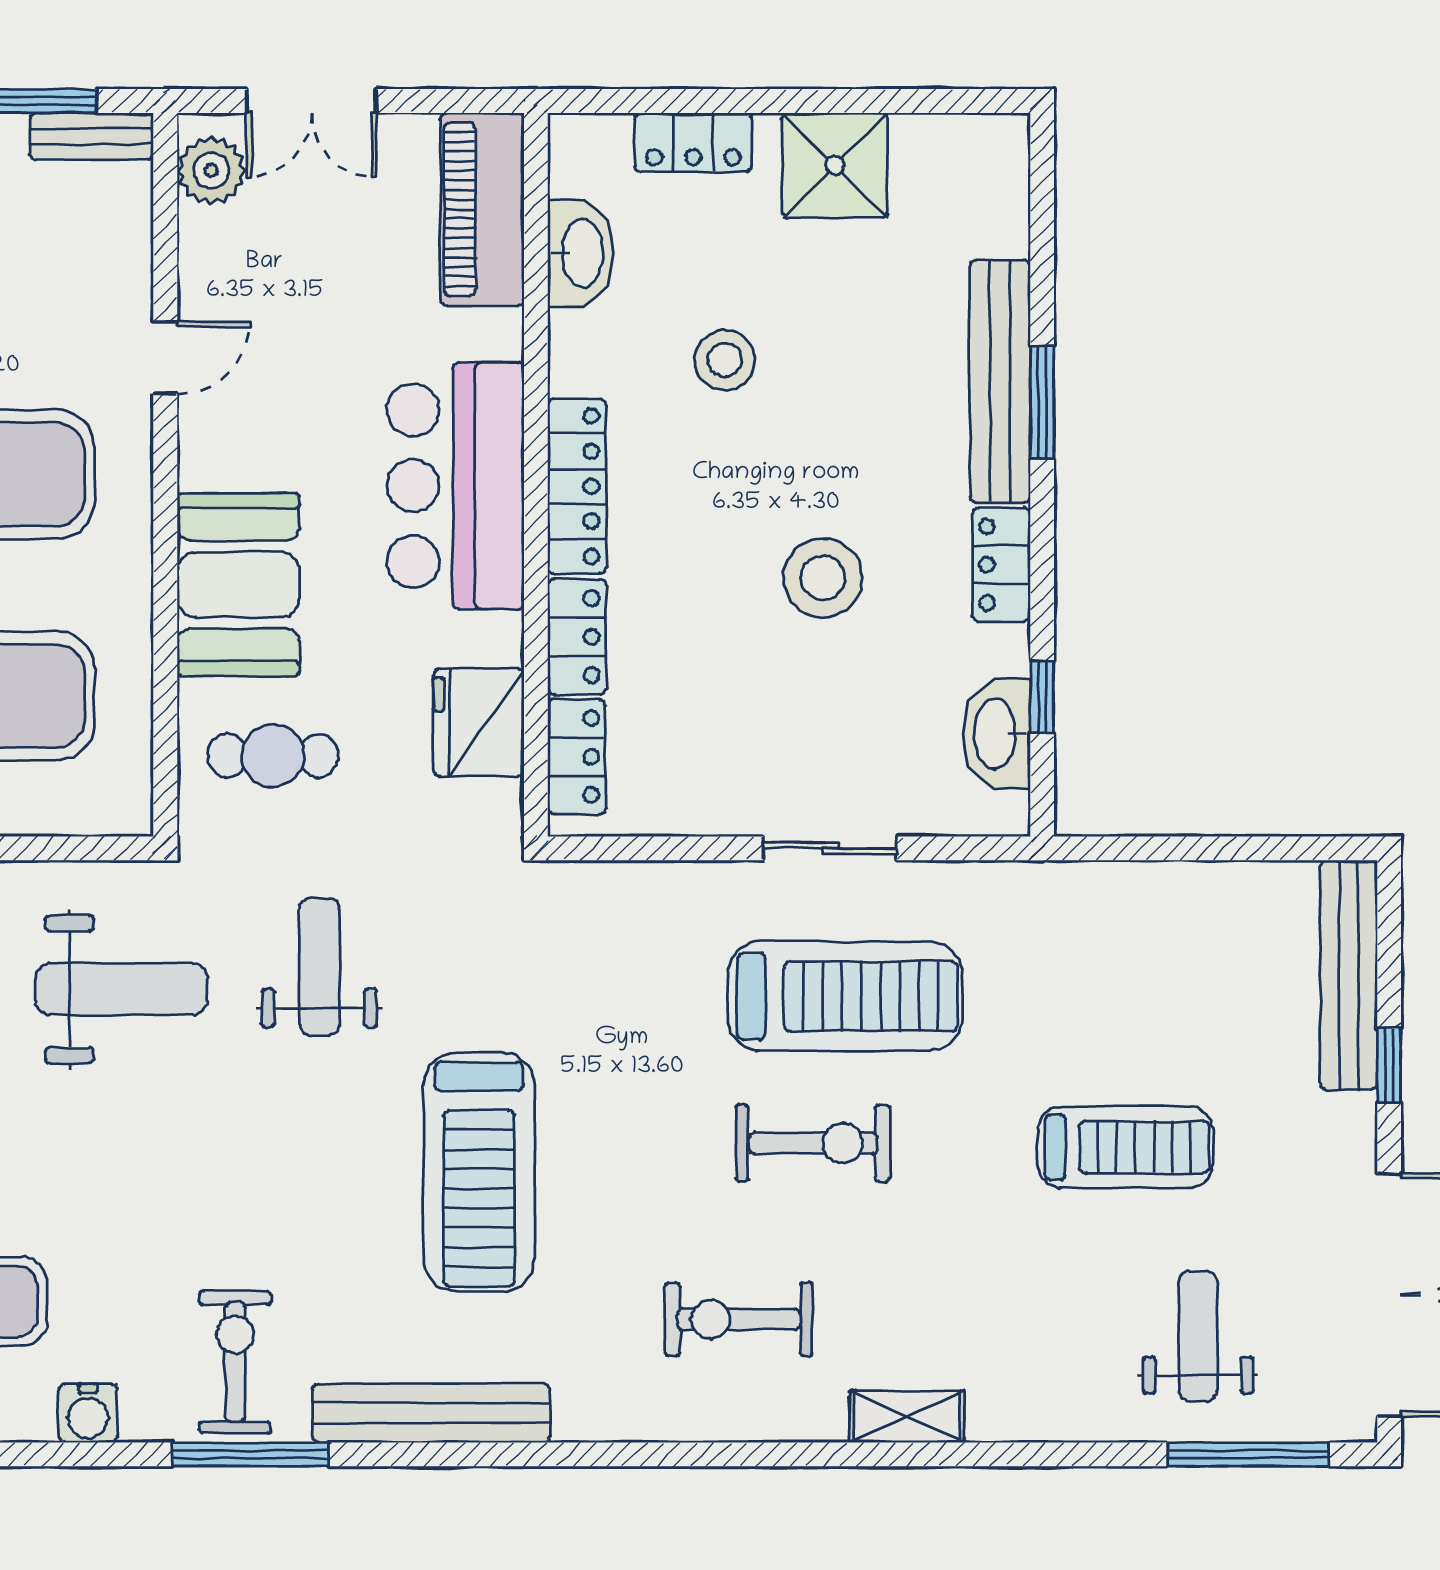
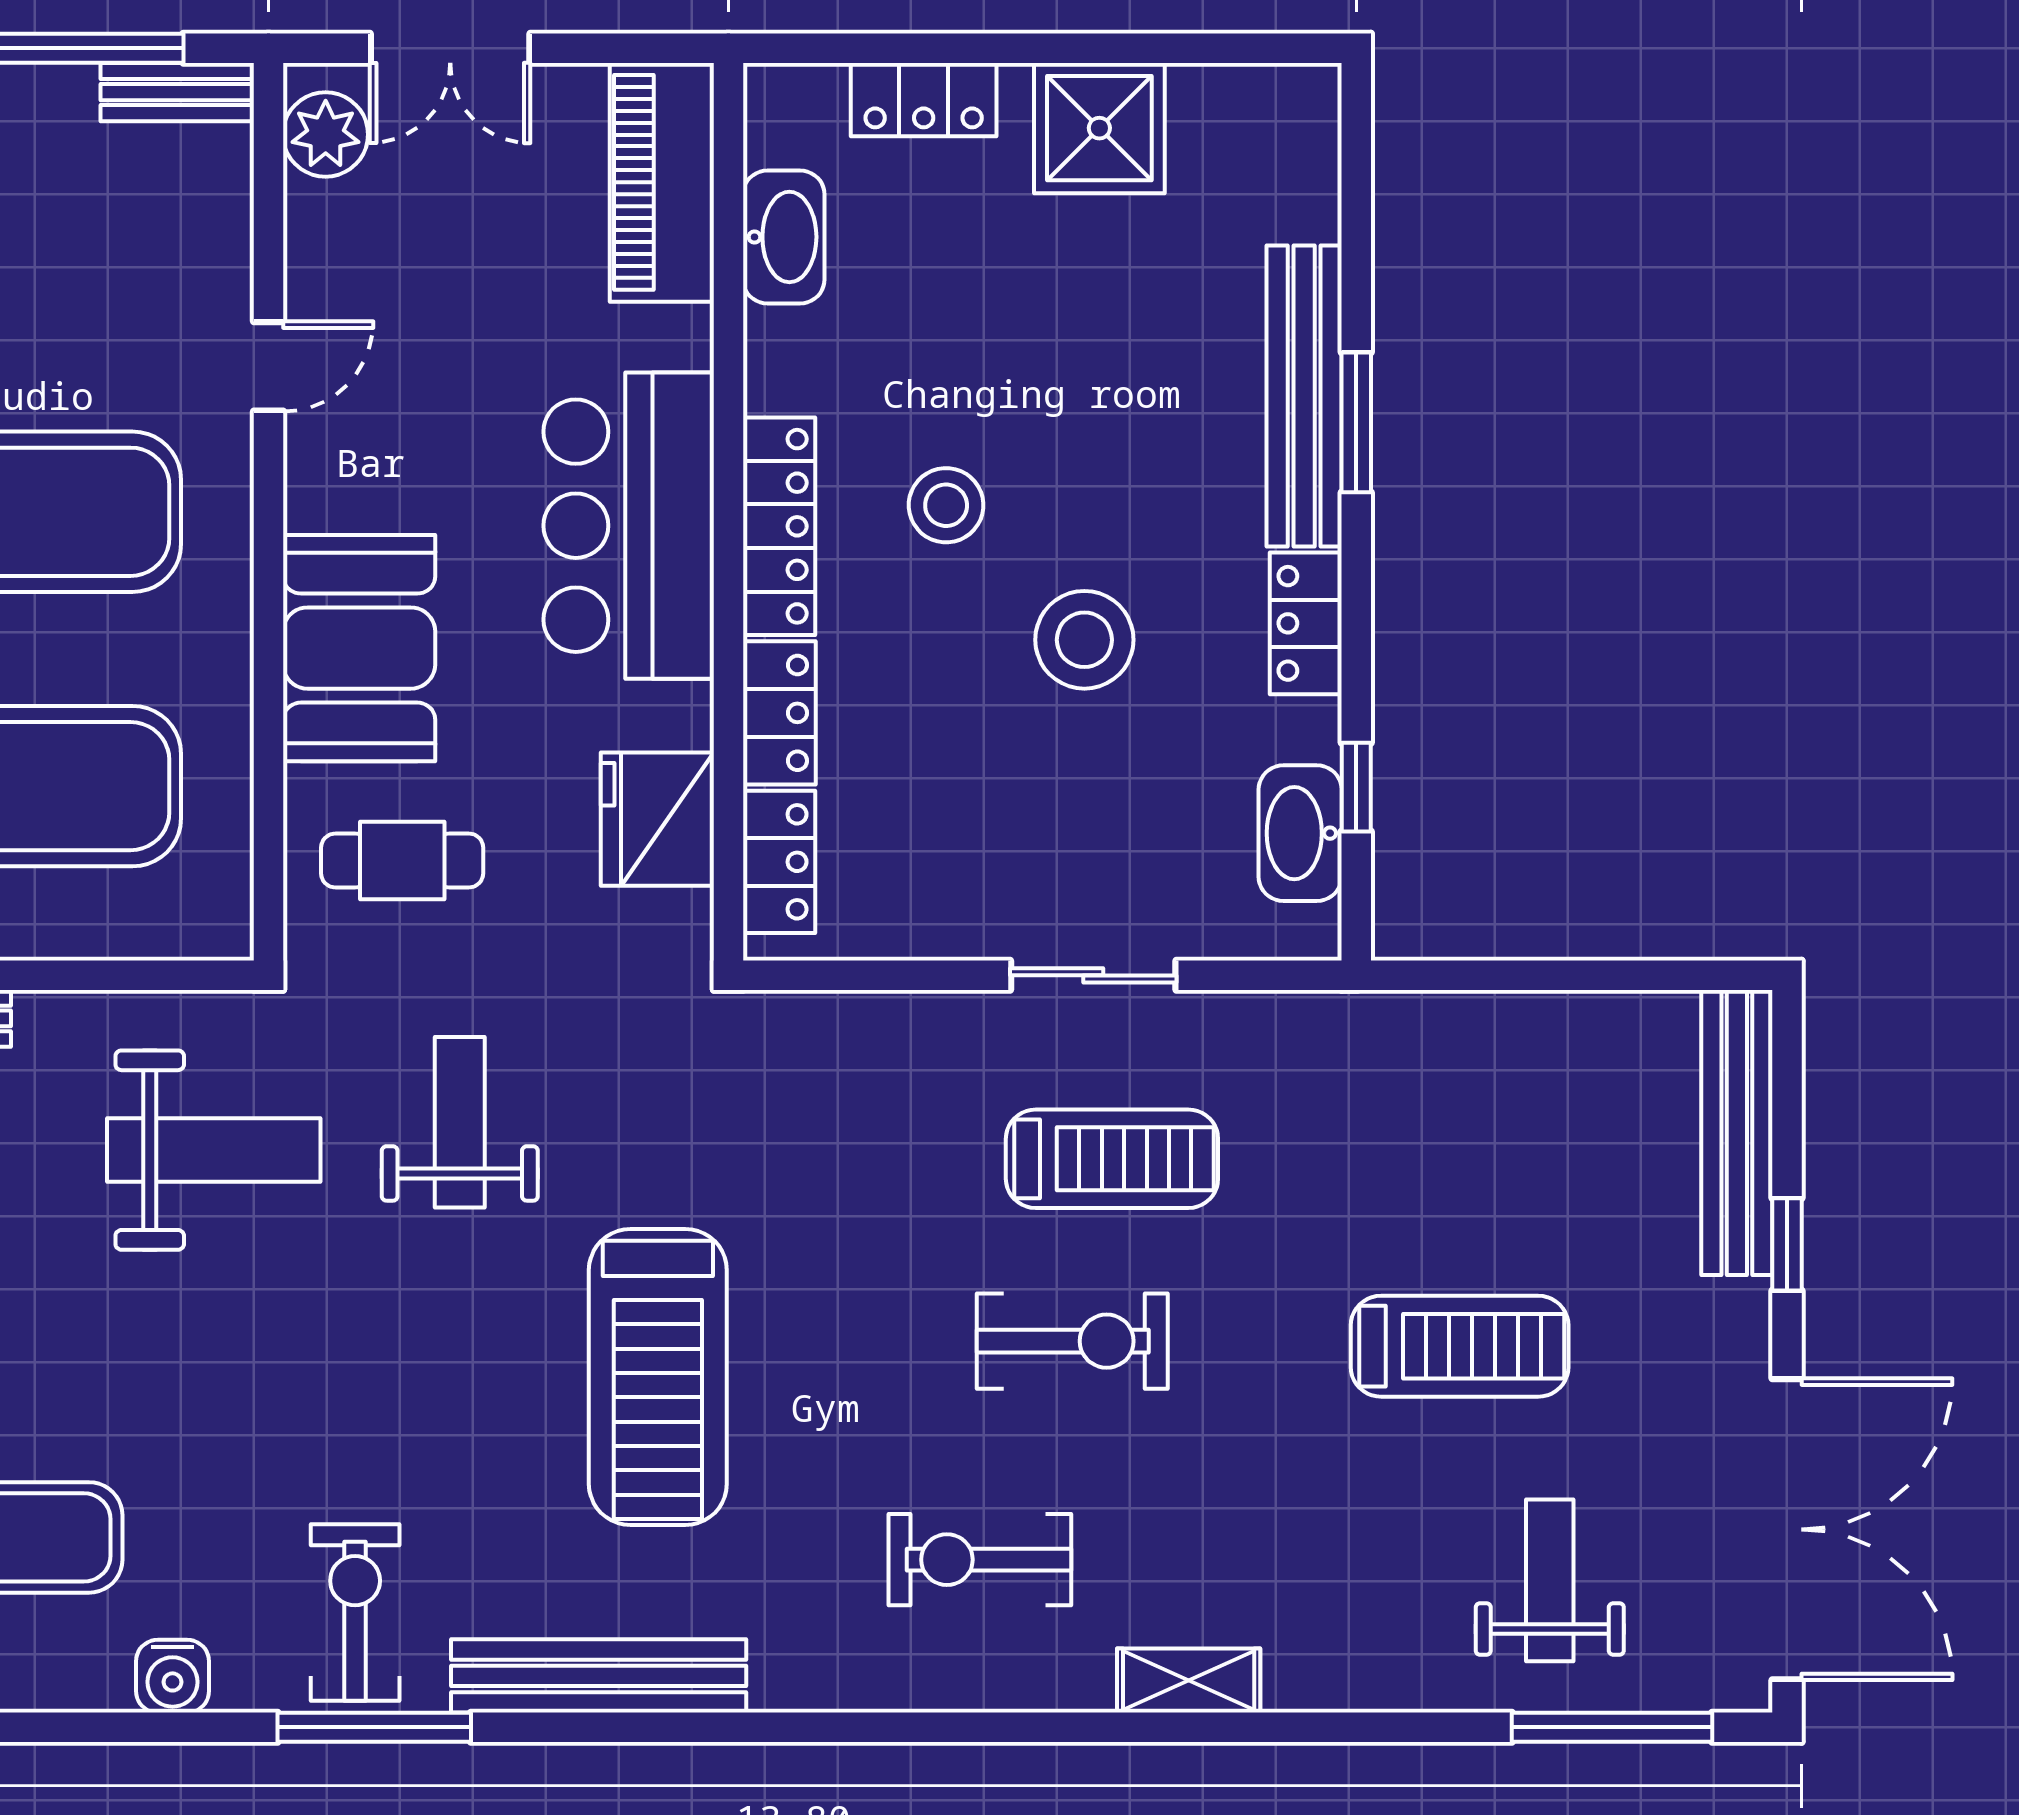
stool: (725, 360) -> (946, 505), moved
treadmill: (845, 996) -> (1112, 1159), width x0.73, depth x0.73

